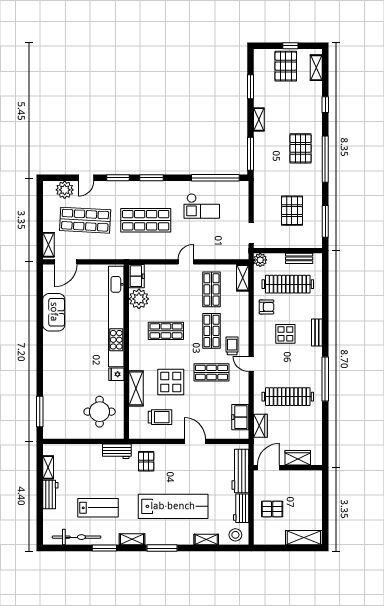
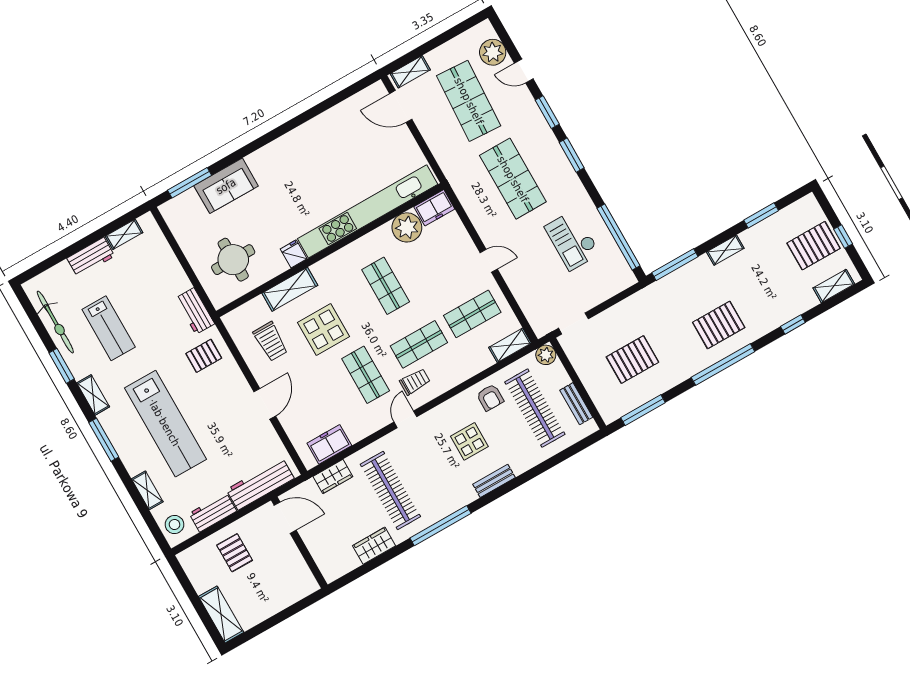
sofa: (54, 312) -> (226, 186), moved
wardrobe: (298, 458) -> (374, 546), moved, turned -90

